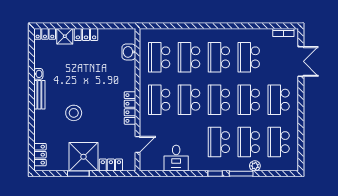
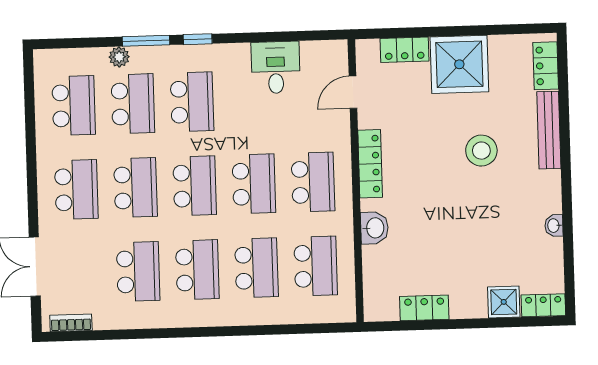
locker: (86, 35) -> (424, 308), moved
washbasin: (129, 52) -> (374, 228), moved
bench: (39, 95) -> (549, 130), moved, width x1.36
window: (78, 174) -> (469, 31), removed

